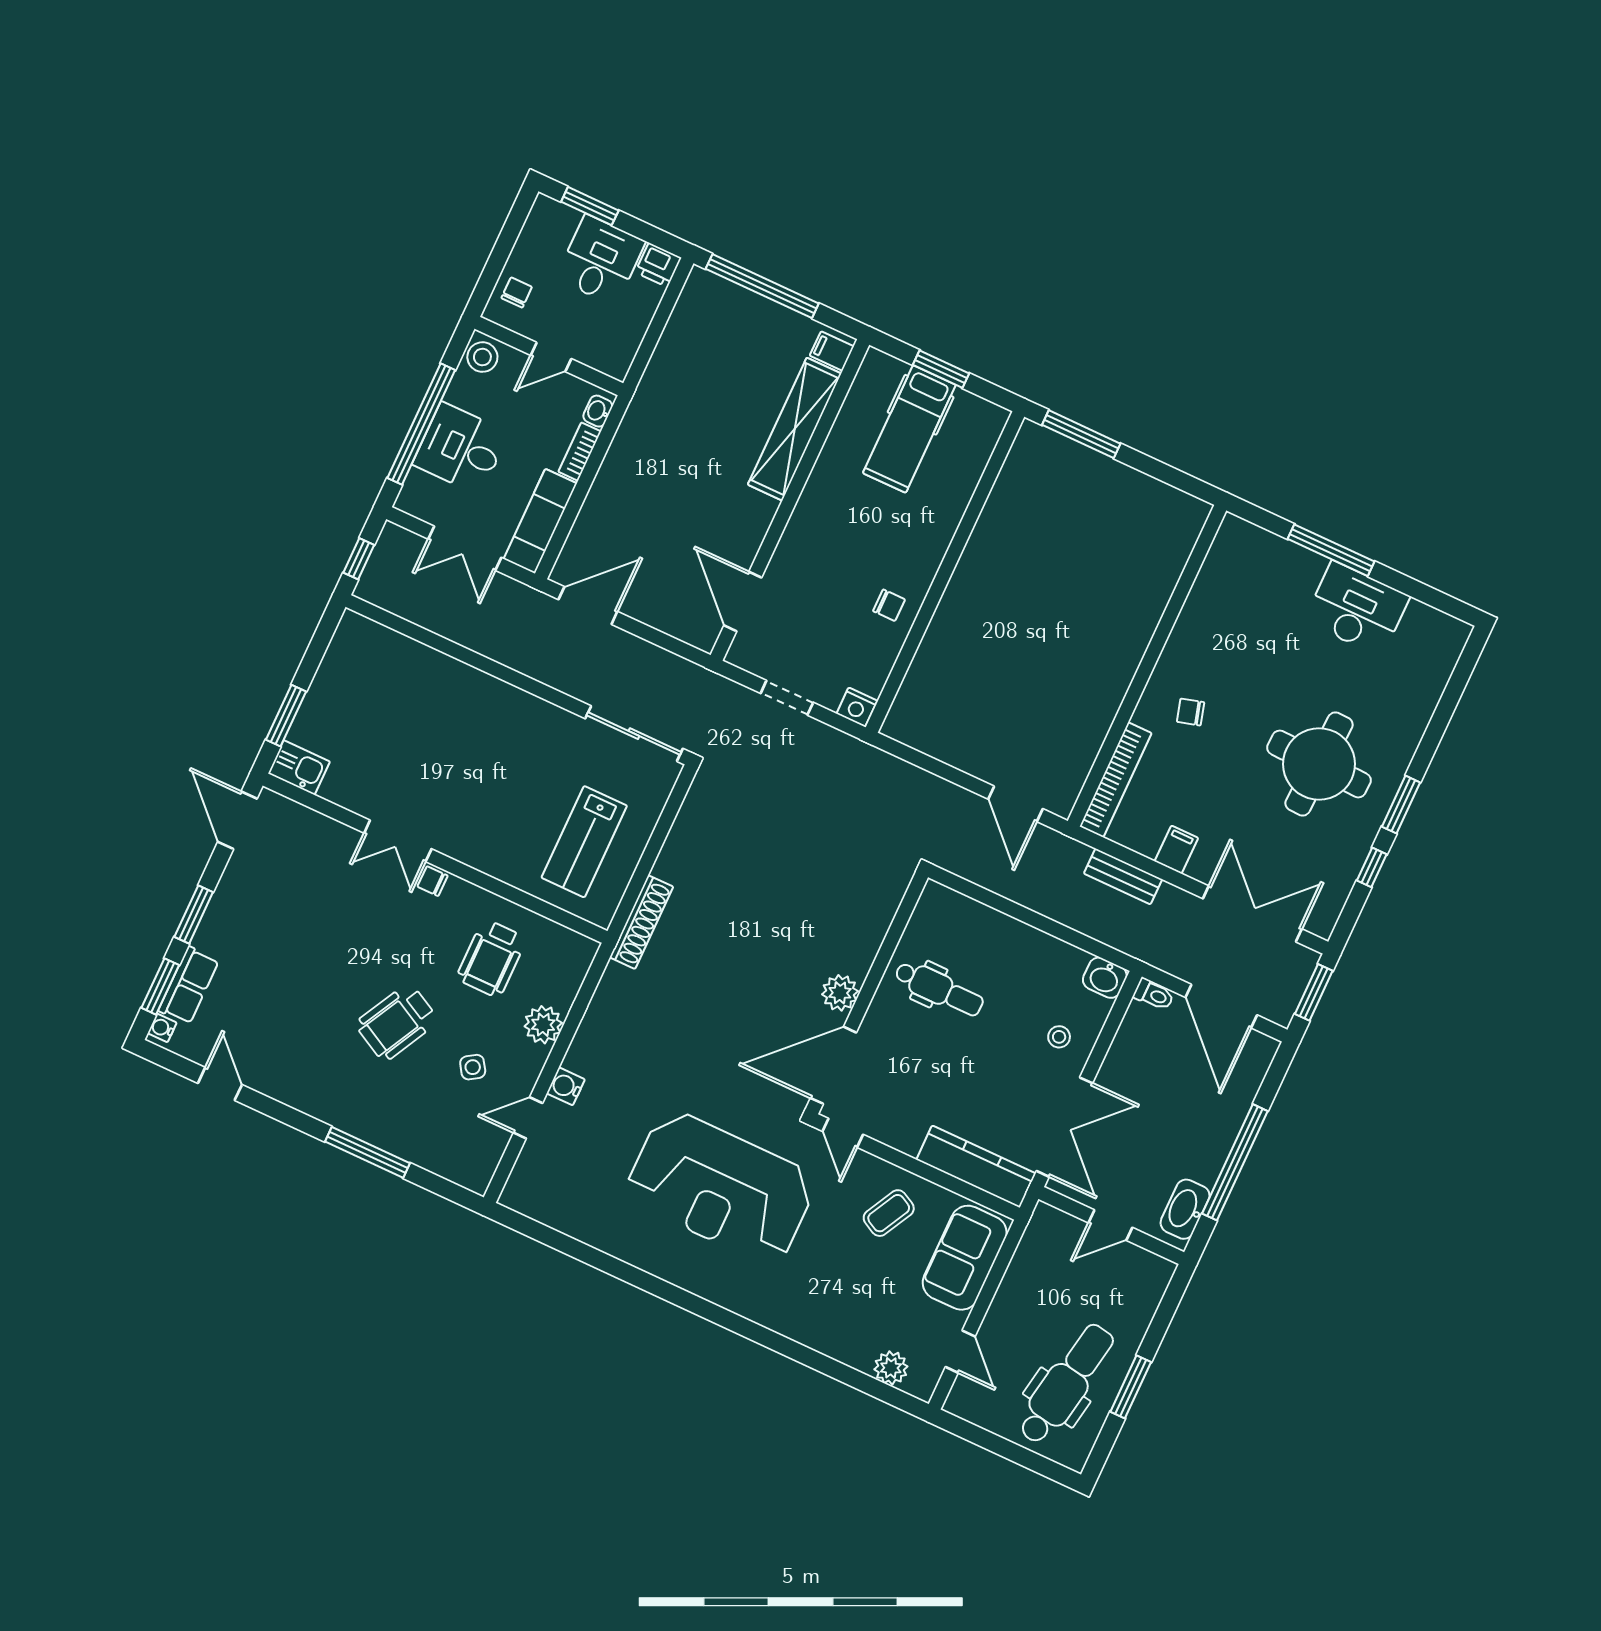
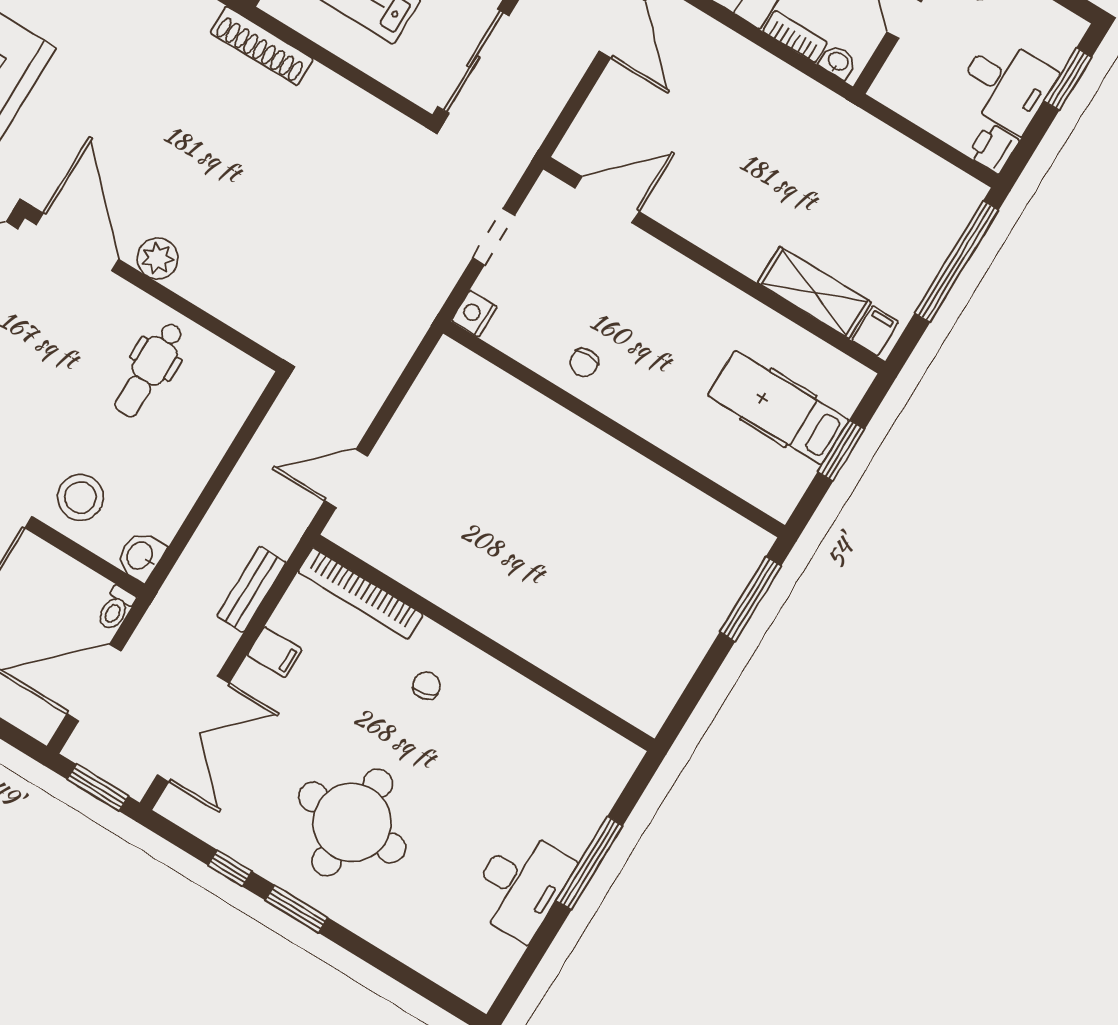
shelving: (795, 429) -> (814, 293), width x0.68
stool: (1059, 1037) -> (80, 497), width x1.89, depth x1.89

